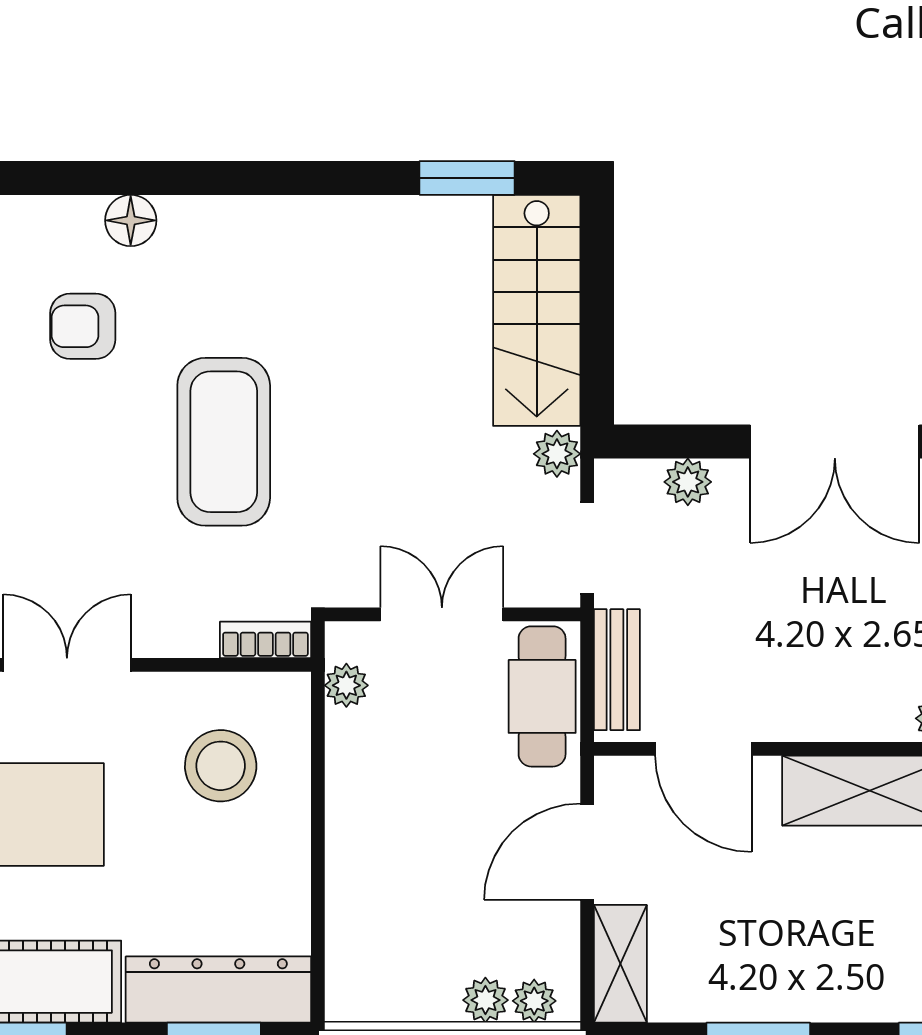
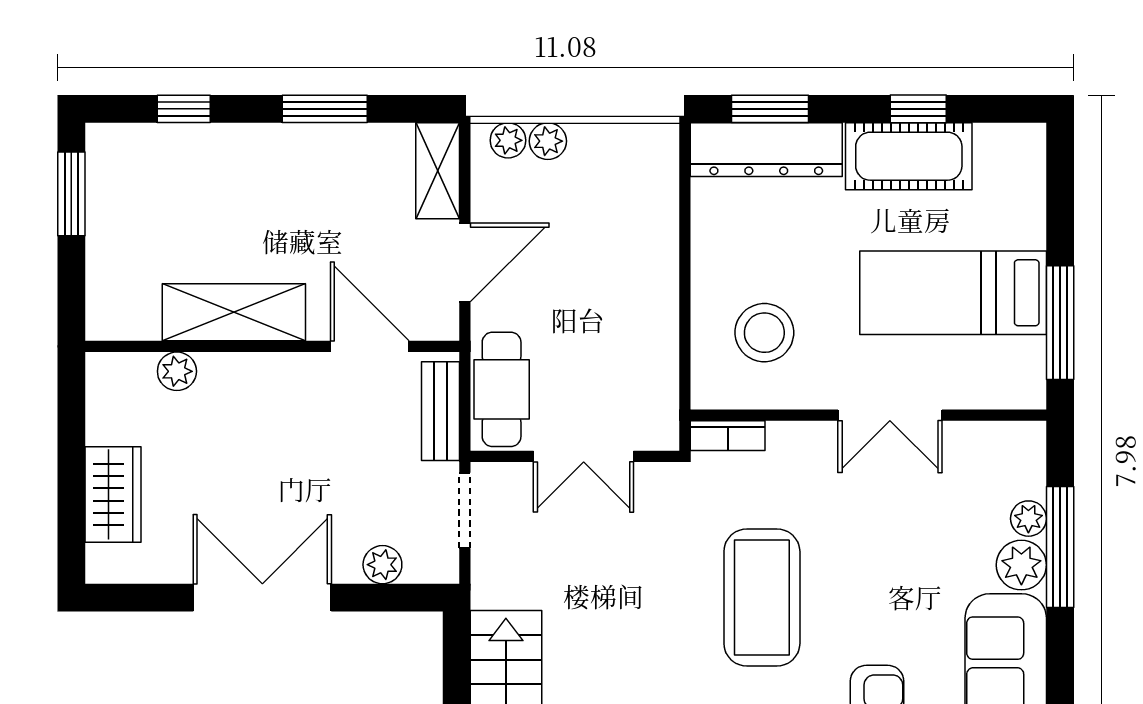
plant: (557, 454) -> (489, 588), removed
plant: (346, 685) -> (662, 398), removed

